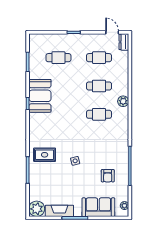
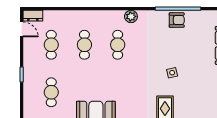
door: (112, 32) -> (22, 29), swing flipped
plant: (123, 101) -> (131, 16), moved
armchair: (108, 176) -> (177, 20), moved

